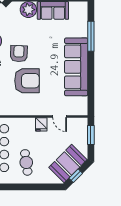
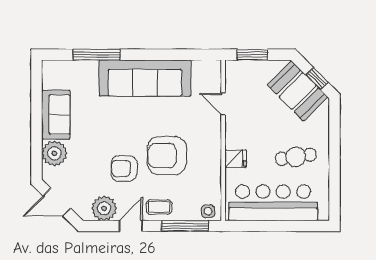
armchair: (27, 81) -> (167, 156), turned -90
door: (60, 116) -> (223, 104), swing flipped
fridge: (41, 124) -> (236, 159), moved

